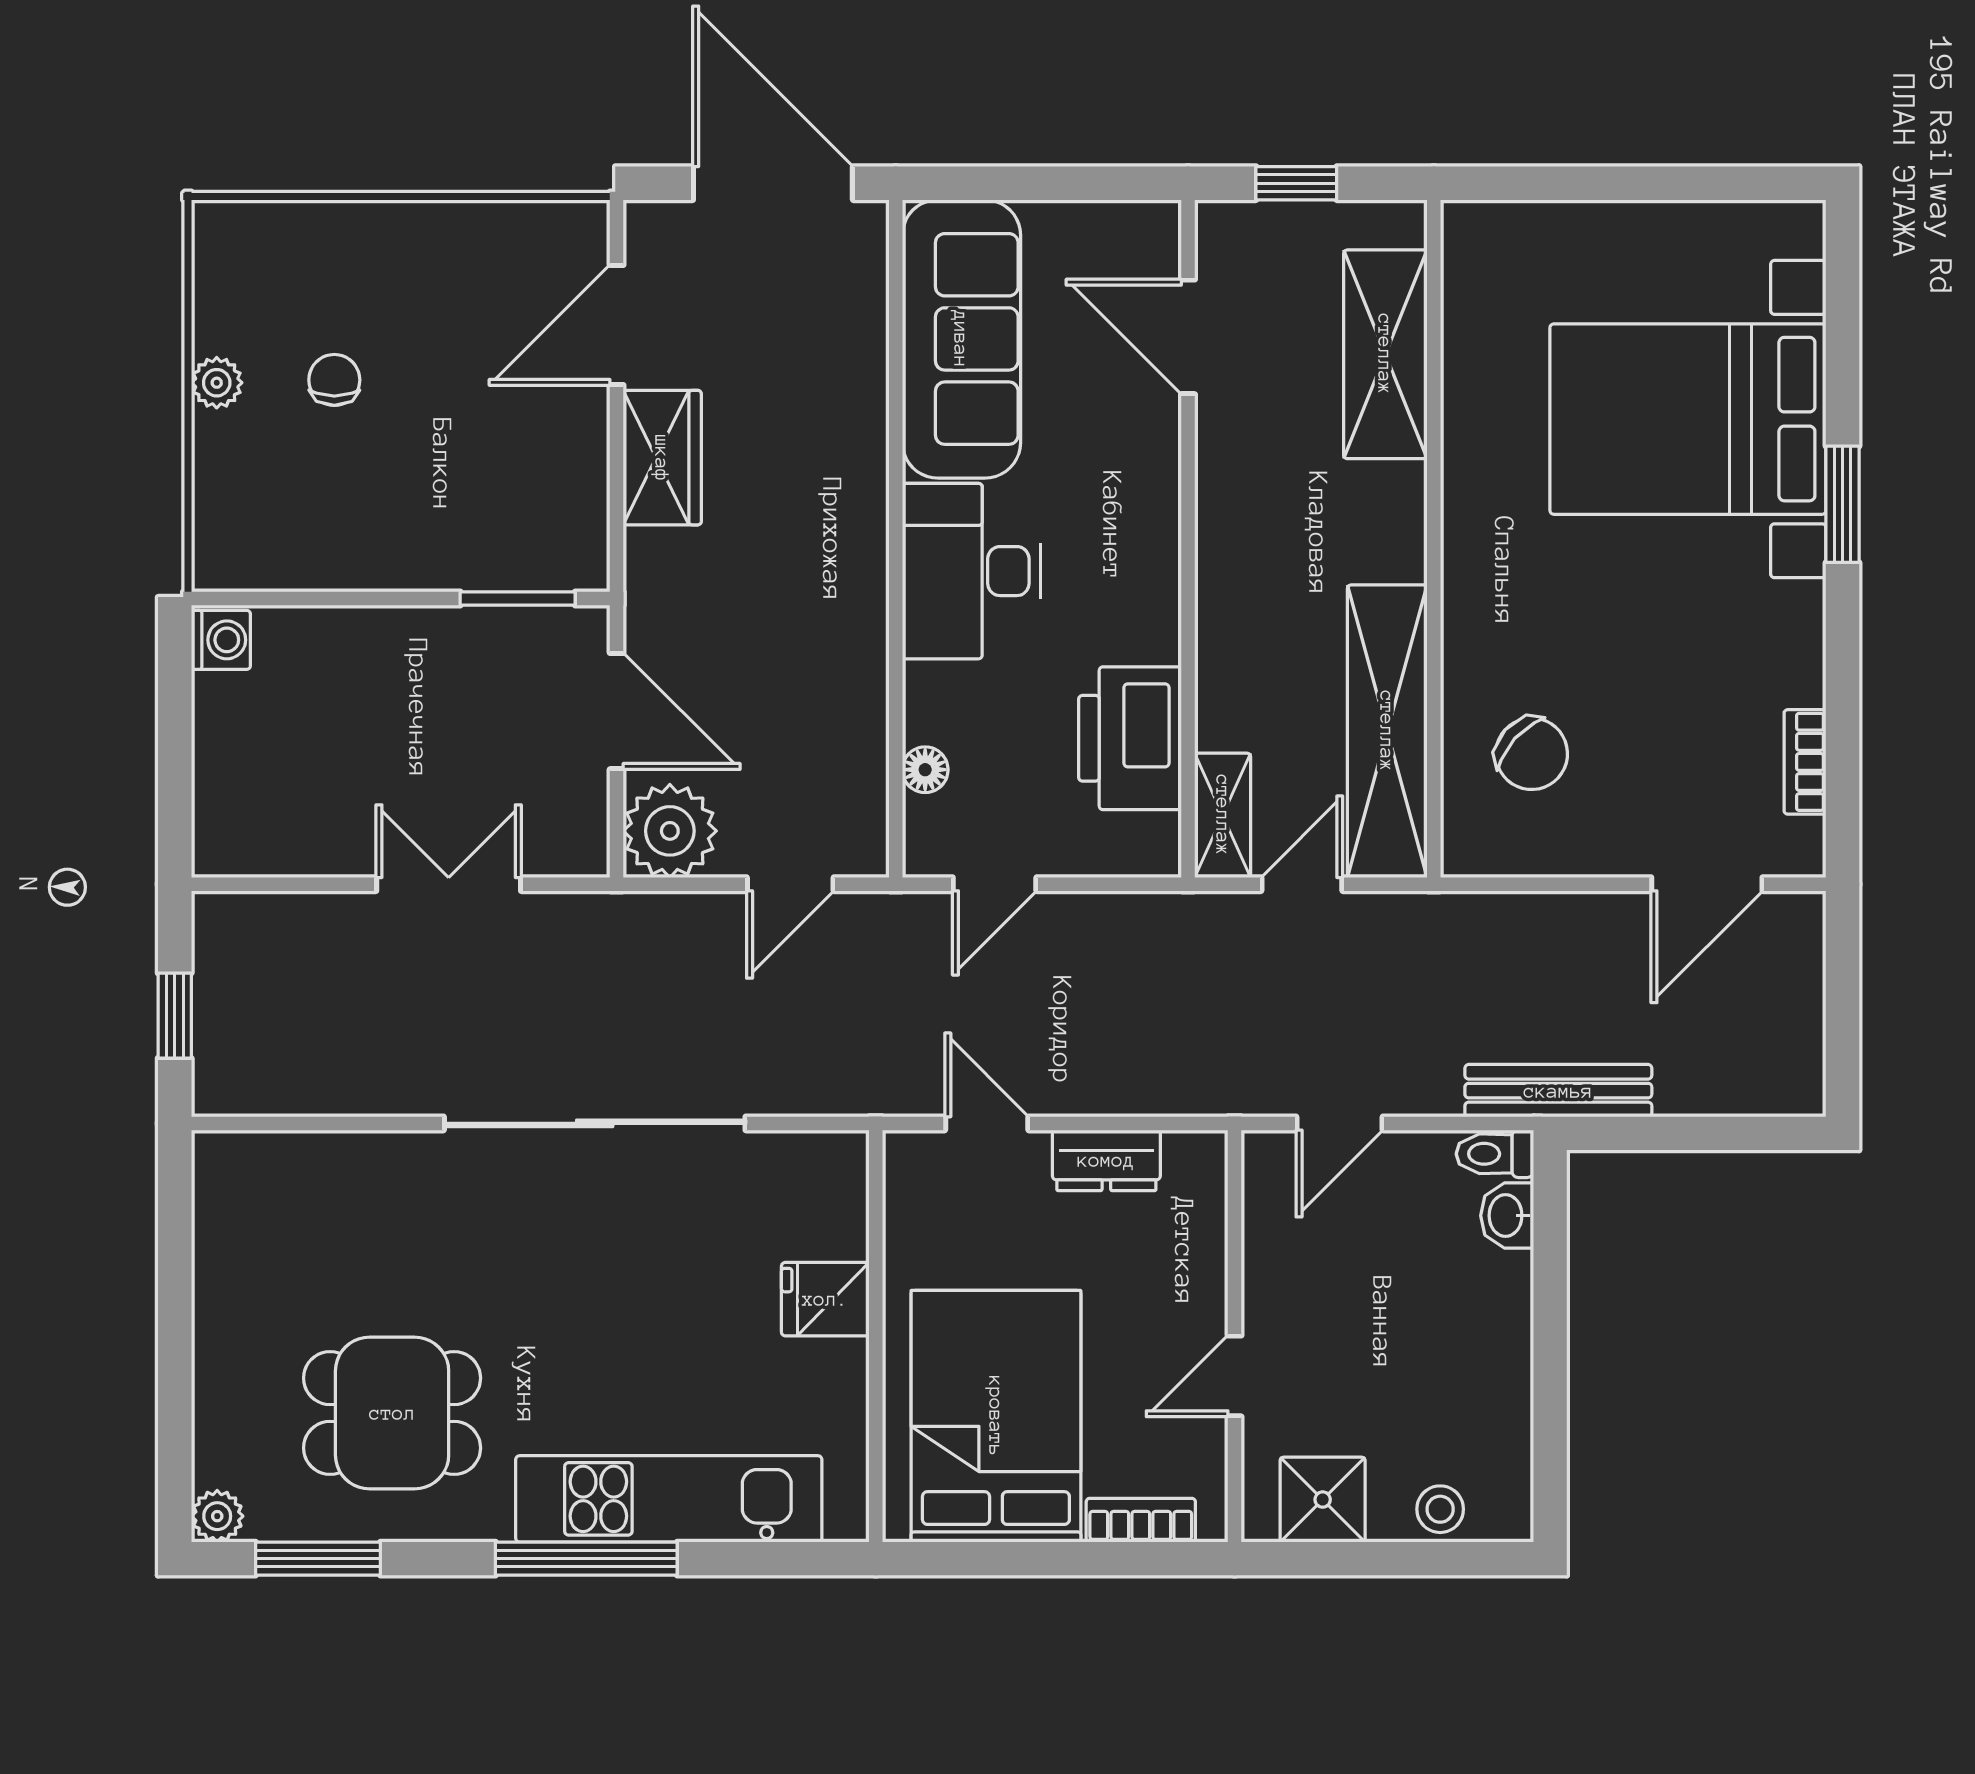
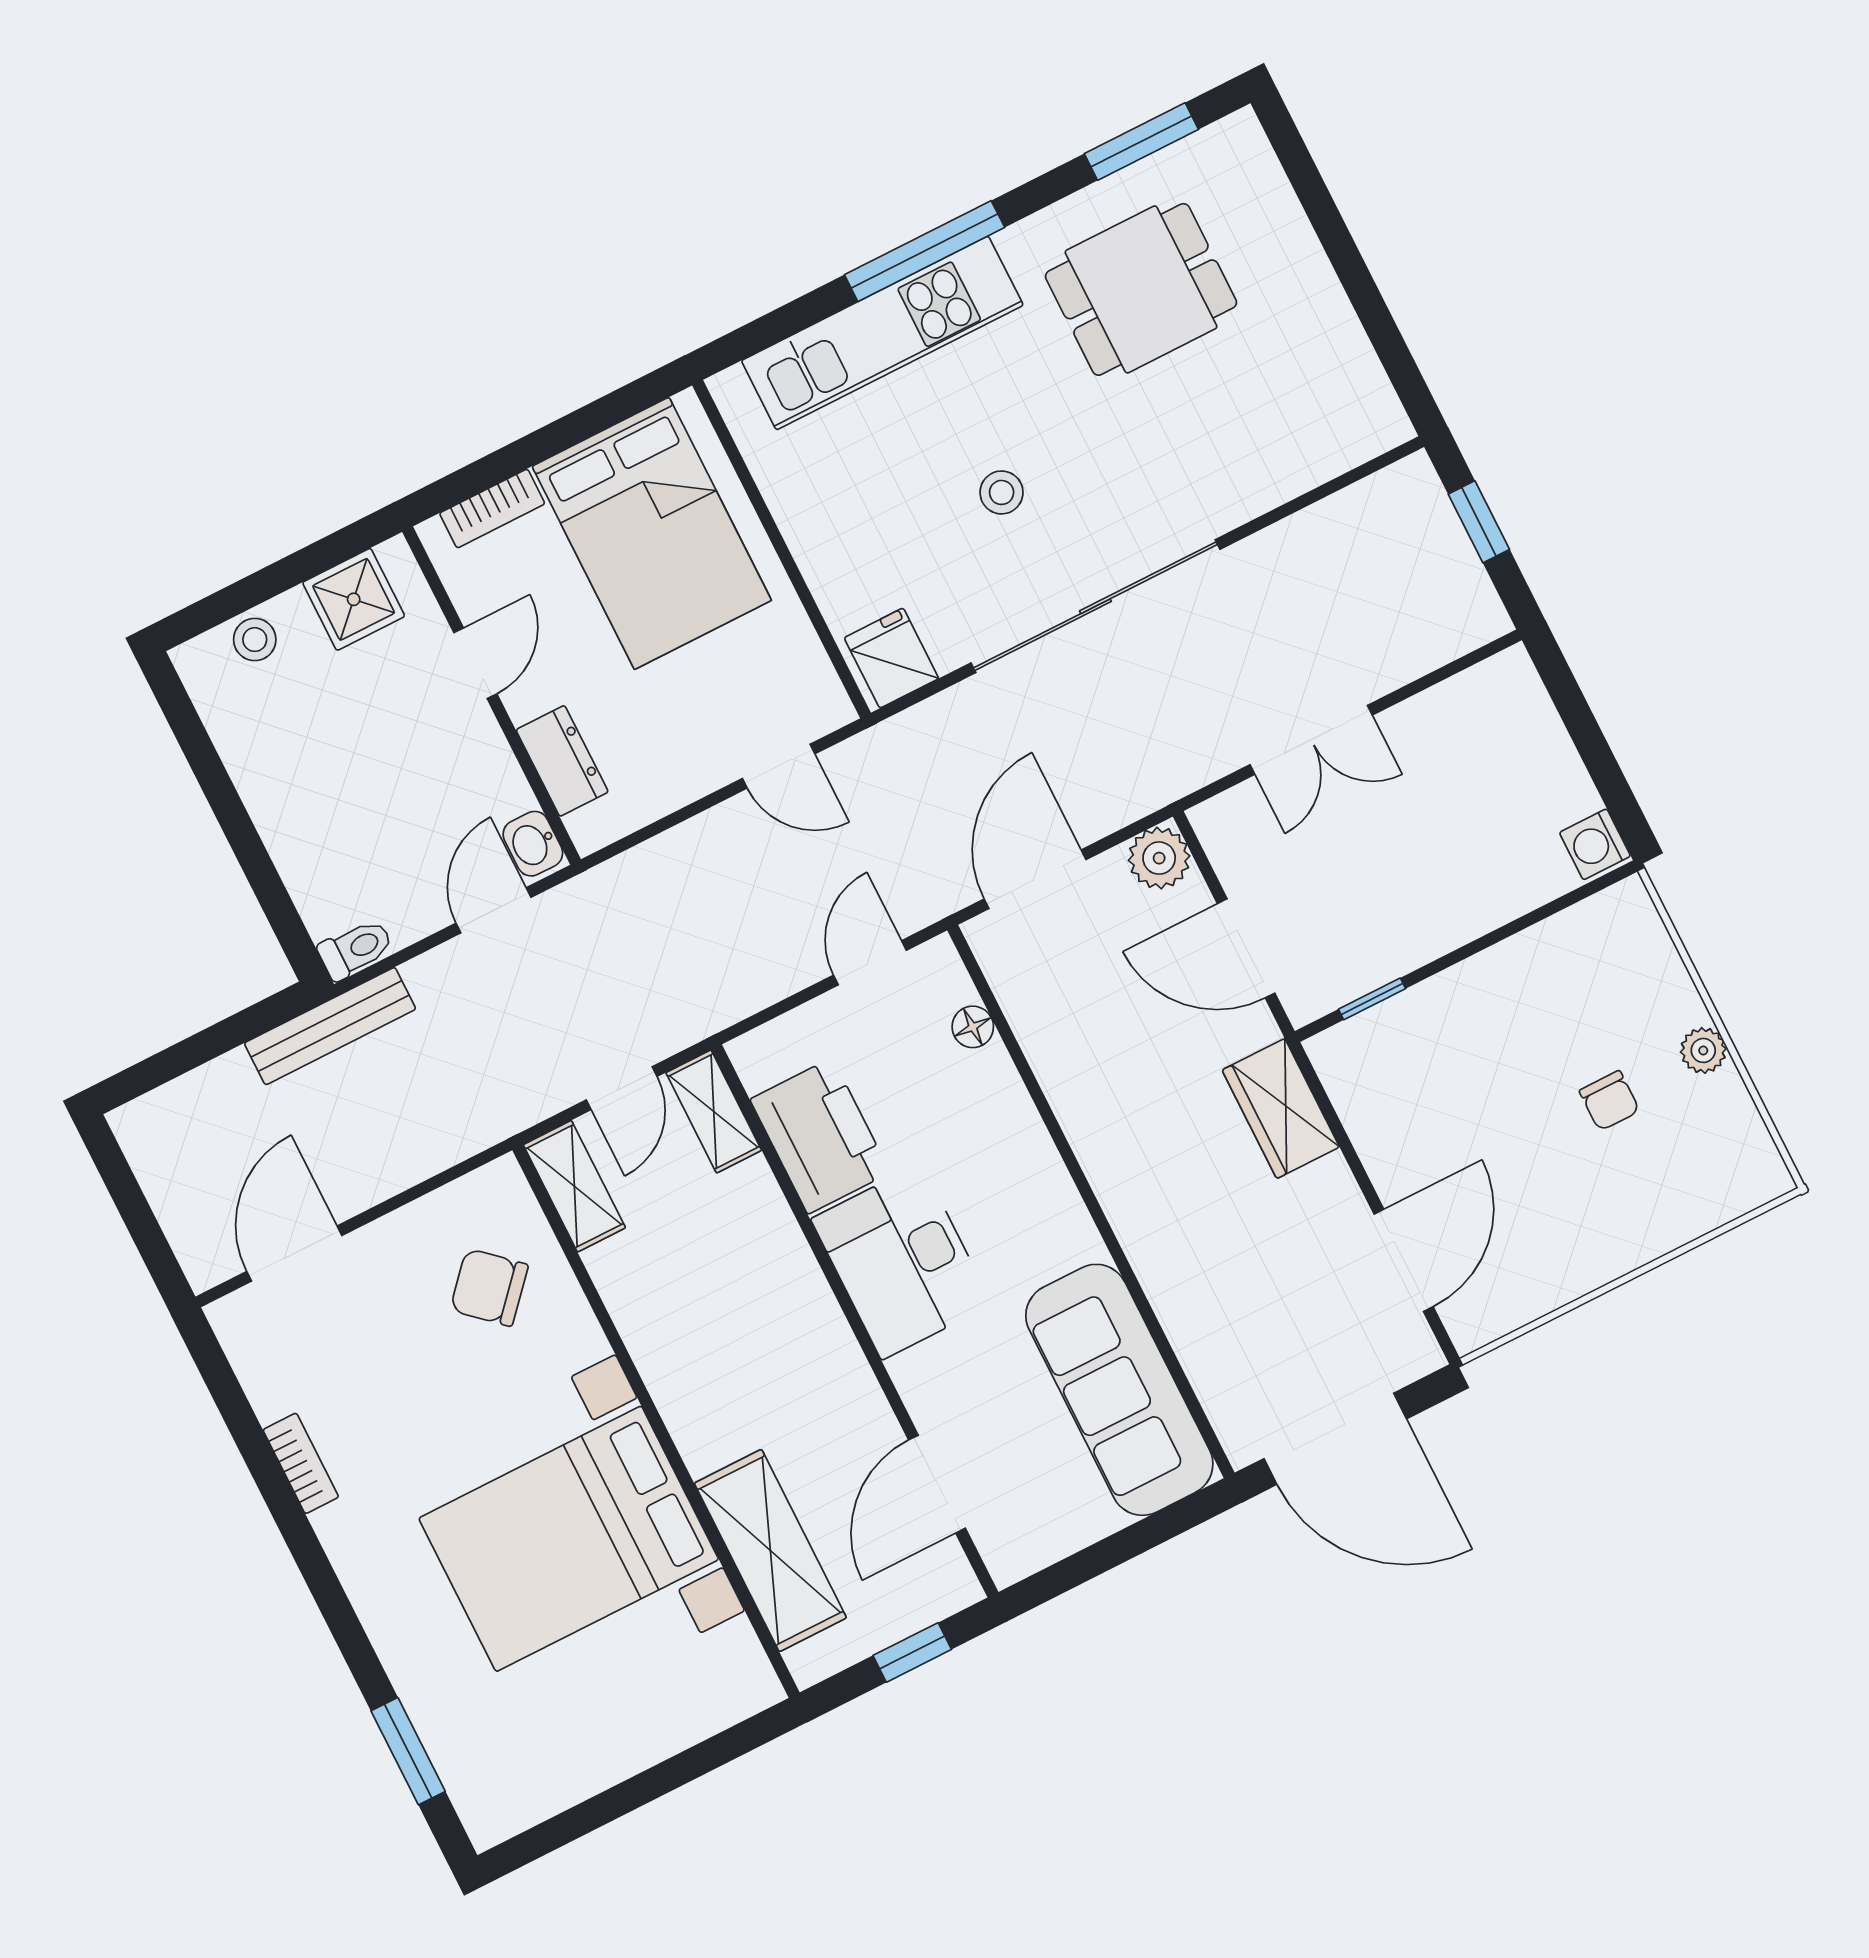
door: (1188, 337) -> (937, 1484), swing flipped
bed with nightstands: (1688, 419) -> (569, 1539), moved, turned 180
wardrobe: (662, 458) -> (1281, 1109), moved
window: (1842, 504) -> (408, 1751), moved
desk: (971, 571) -> (901, 1262), moved, turned 180
window: (518, 598) -> (1372, 999), width x0.67
shelving: (1387, 731) -> (574, 1186), width x0.45, depth x0.75
bookcase: (1805, 762) -> (301, 1463), moved
plant: (670, 831) -> (1159, 858), width x0.73, depth x0.73
door: (790, 884) -> (1035, 879), width x1.38
dresser: (1106, 1160) -> (562, 761), moved, turned 90
washbasin: (1507, 1216) -> (533, 844), moved, turned 180
stool: (631, 1282) -> (1002, 492), added
fridge: (825, 1299) -> (891, 658), moved, turned -90
plant: (217, 1516) -> (1240, 135), removed

